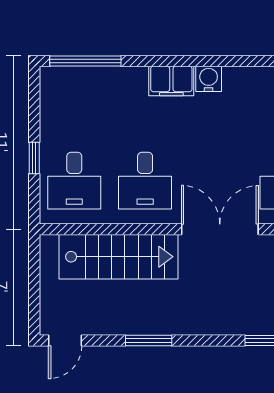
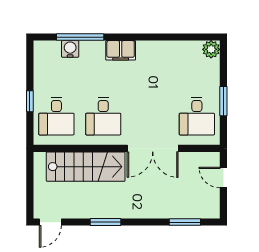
window: (85, 61) -> (80, 37), moved
water cooler: (209, 79) -> (70, 49), moved
double door: (220, 229) -> (153, 148), swing flipped

